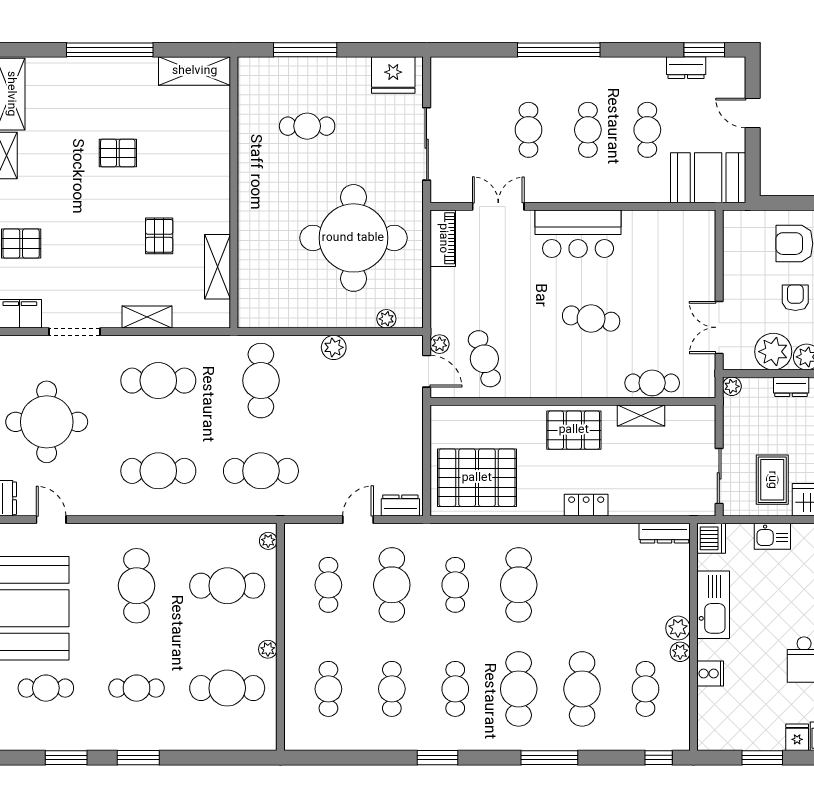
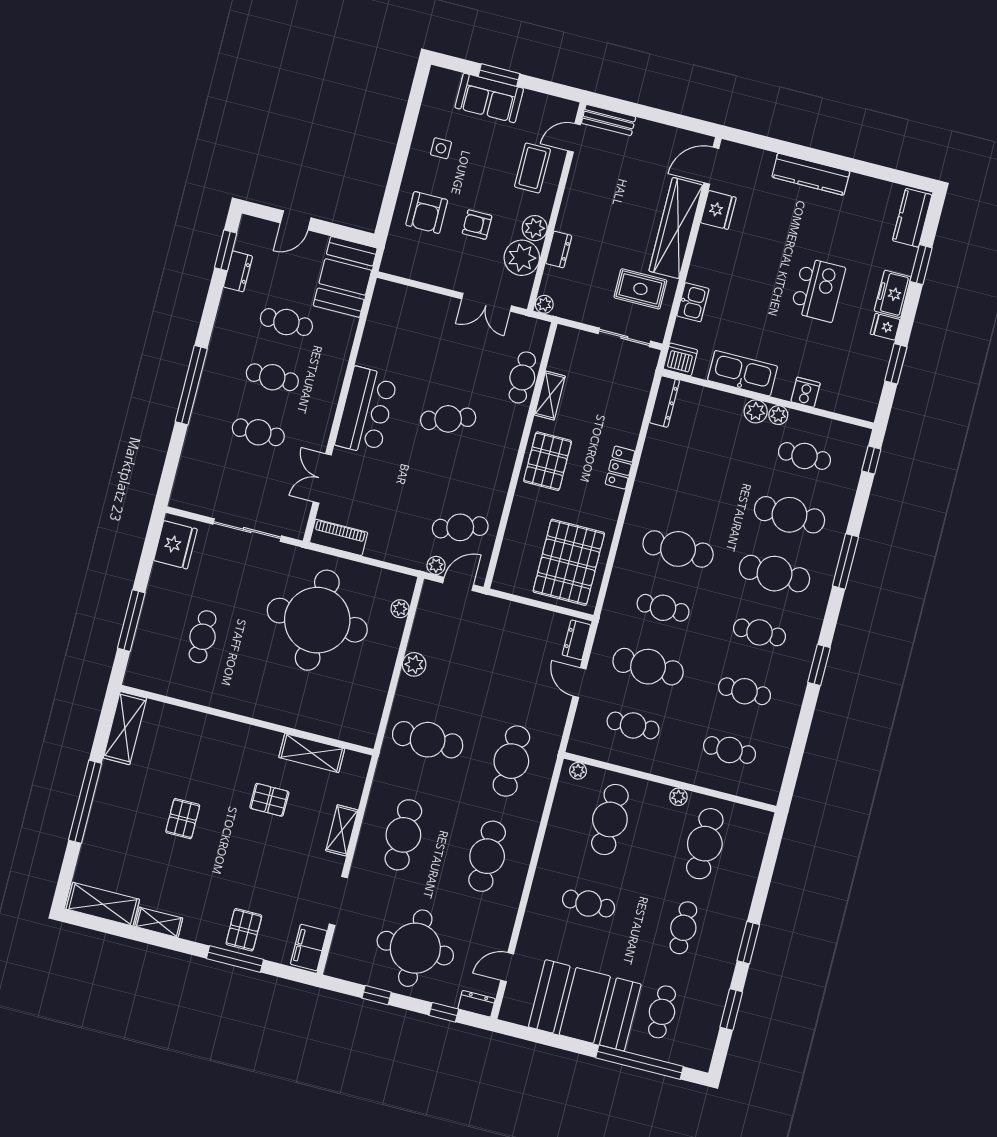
cafe table: (591, 319) -> (448, 419), turned 62
cafe table: (137, 586) -> (588, 904), width x0.73, depth x0.74

